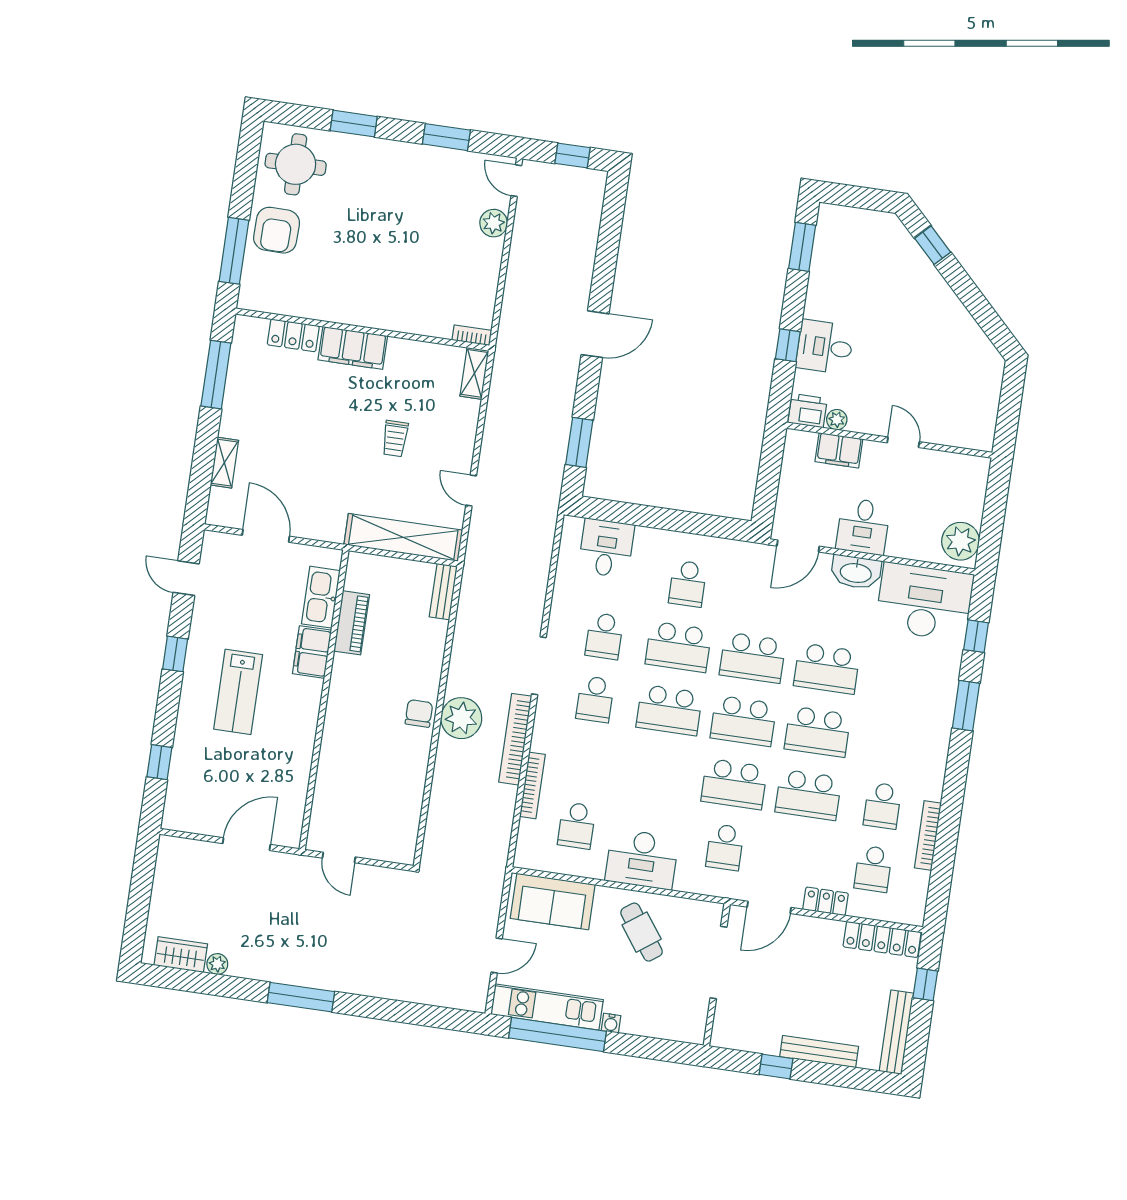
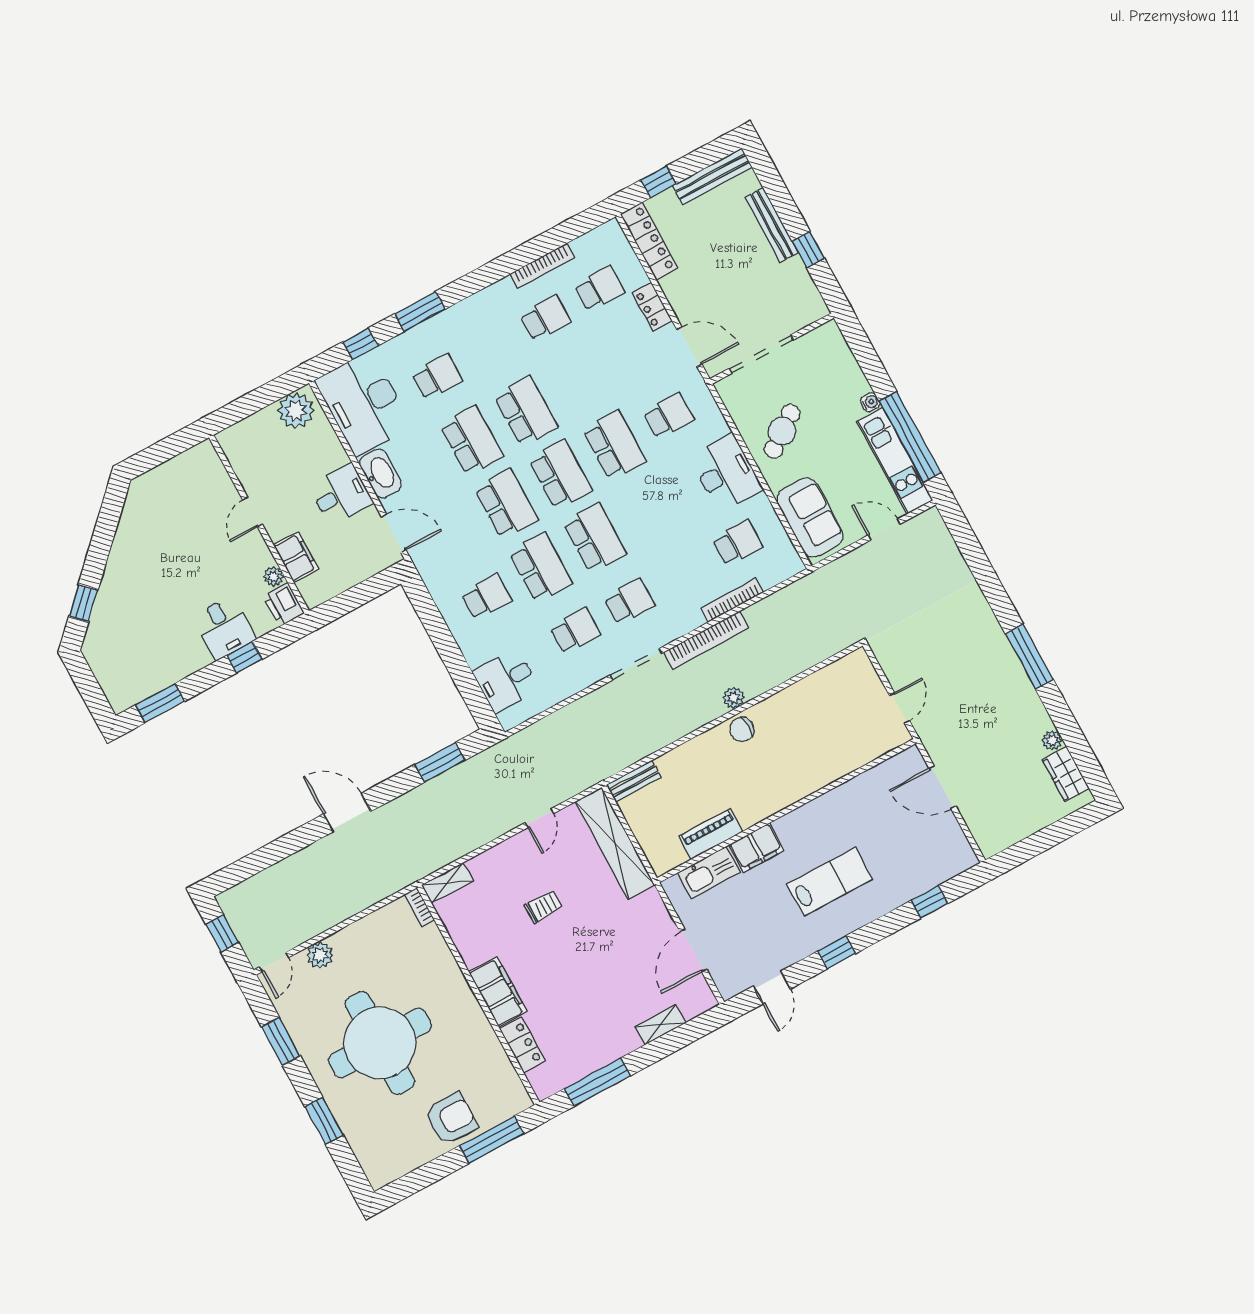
round table: (296, 164) -> (380, 1043), moved, width x1.86, depth x1.86
plant: (461, 718) -> (734, 698), width x0.53, depth x0.53
school desk: (808, 795) -> (437, 377), moved, width x0.54

